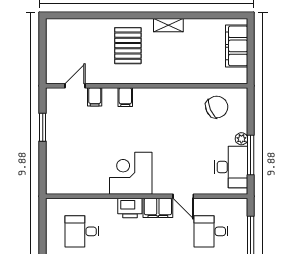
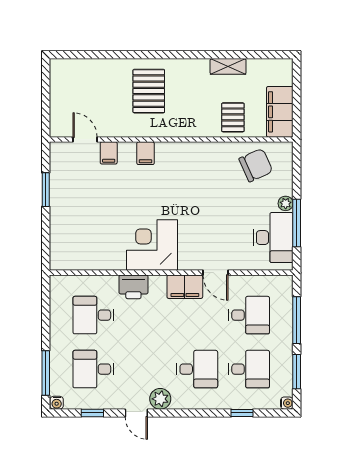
shelving: (168, 25) -> (228, 66), moved
filing cabinet: (237, 46) -> (280, 112), moved
pallet: (198, 67) -> (233, 117), added
door: (75, 86) -> (85, 139), hinge flipped
printer: (130, 208) -> (133, 287), moved
desk: (211, 231) -> (249, 315), turned 180

